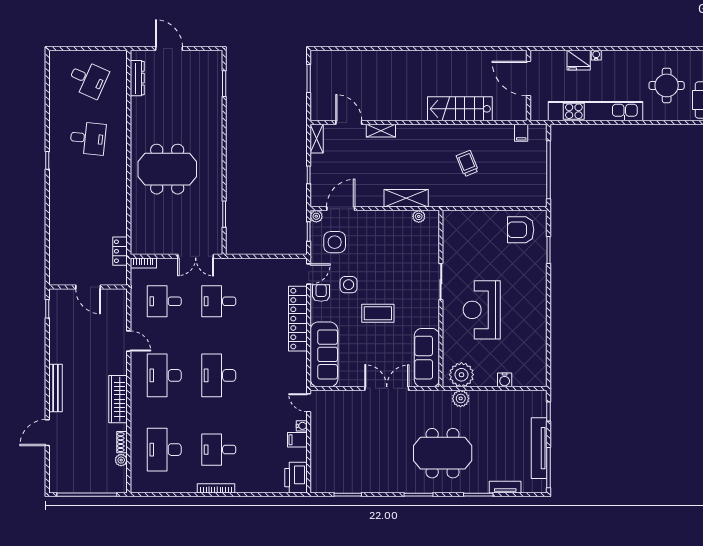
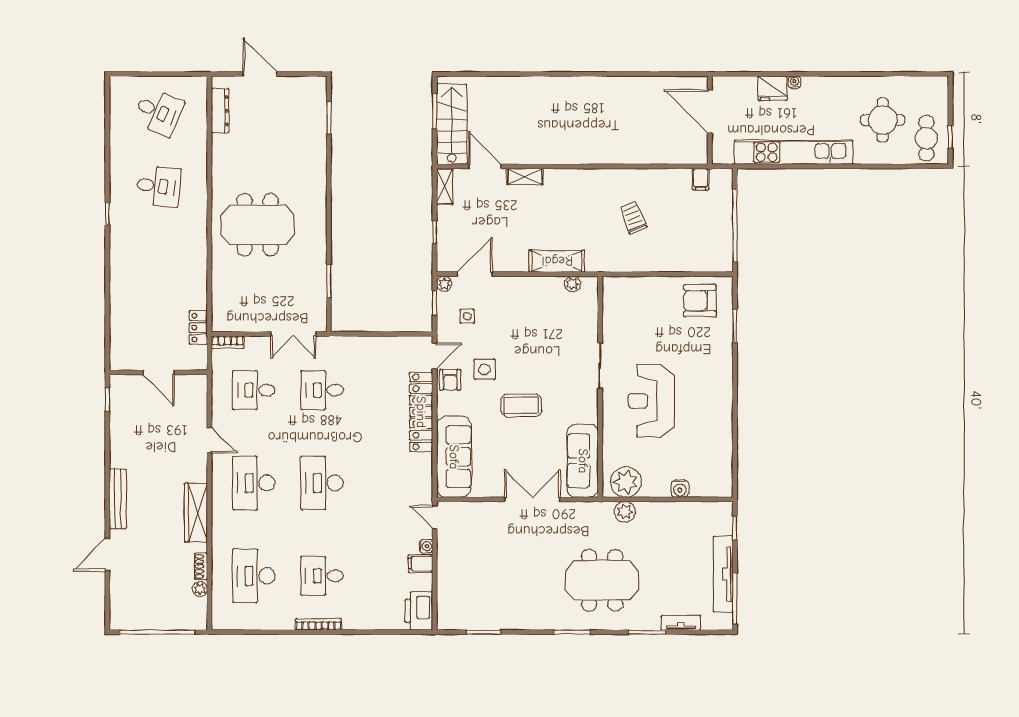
stairs: (460, 109) -> (452, 124), moved, turned 90
side table: (335, 242) -> (467, 316), width x0.54, depth x0.54
armchair: (321, 293) -> (450, 380), turned 180

